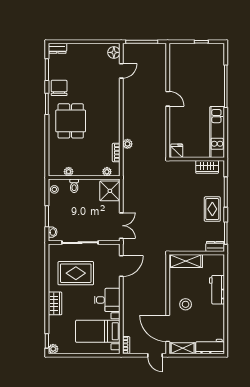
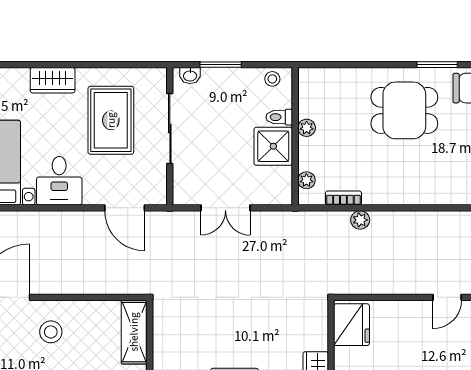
fridge: (177, 151) -> (351, 325), width x1.88, depth x1.34
plant: (69, 172) -> (307, 128), moved
shower: (110, 191) -> (273, 146), moved
double door: (121, 226) -> (225, 208), moved

